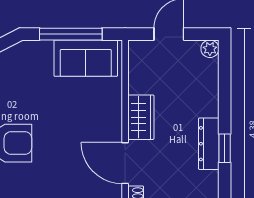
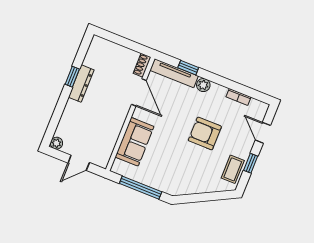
sofa: (86, 58) -> (135, 142), moved, turned 90
wardrobe: (141, 117) -> (117, 117), removed

